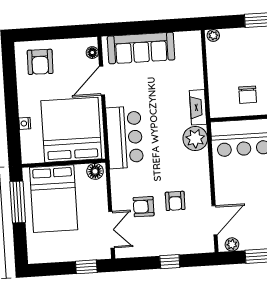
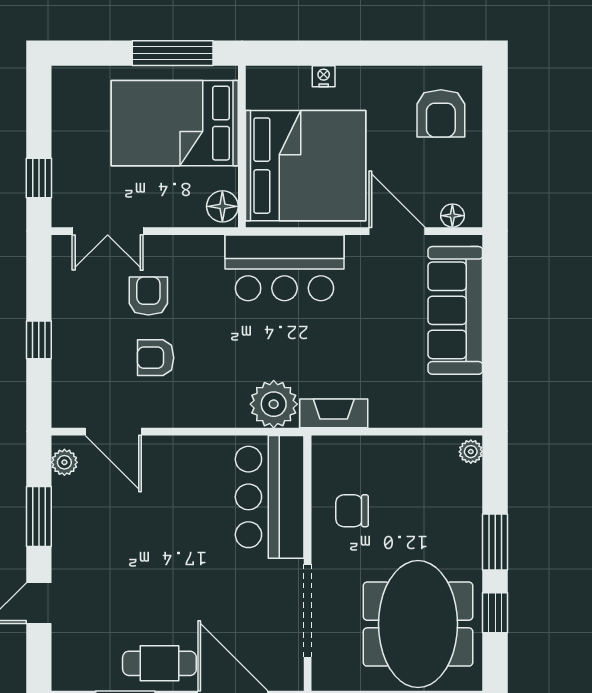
armchair: (40, 62) -> (441, 113), turned -91

